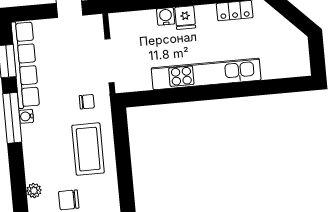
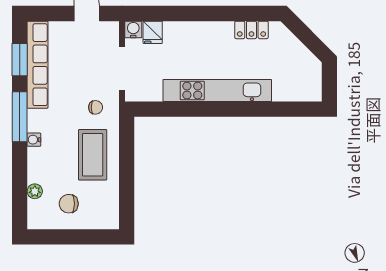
water cooler: (166, 16) -> (133, 29), moved
fridge: (185, 18) -> (153, 32), moved
water cooler: (26, 116) -> (34, 140), moved

